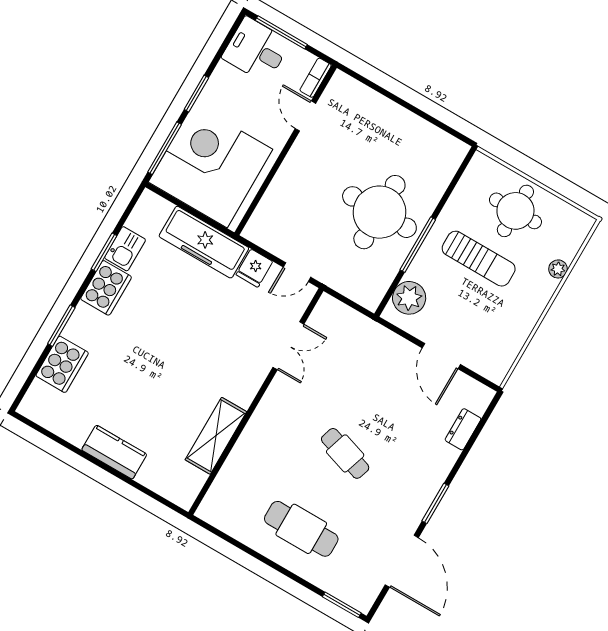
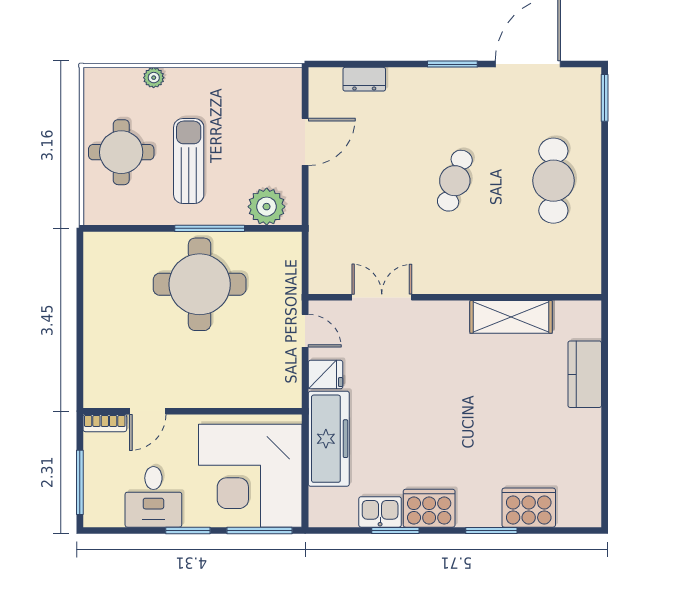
desk: (256, 50) -> (153, 497), moved
kitchen counter: (114, 452) -> (585, 374), moved

